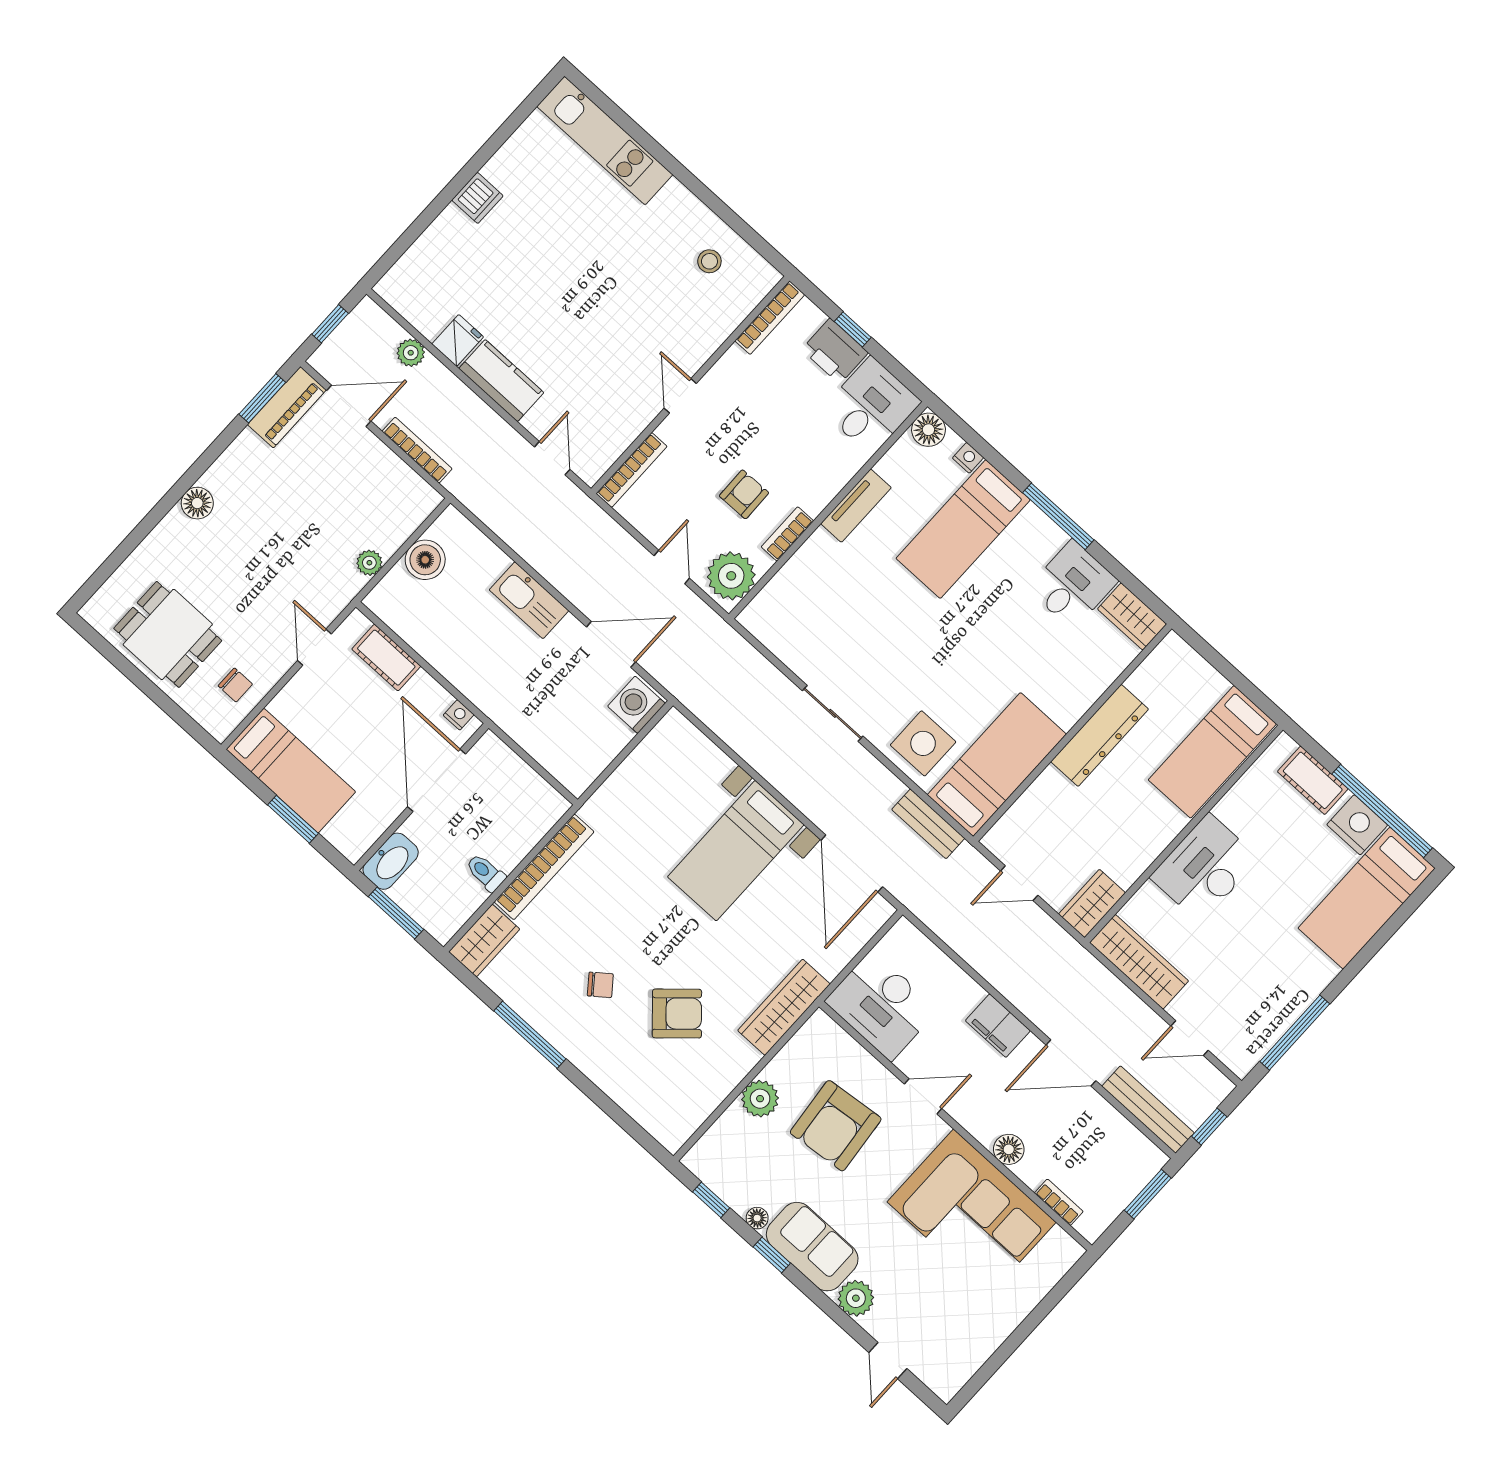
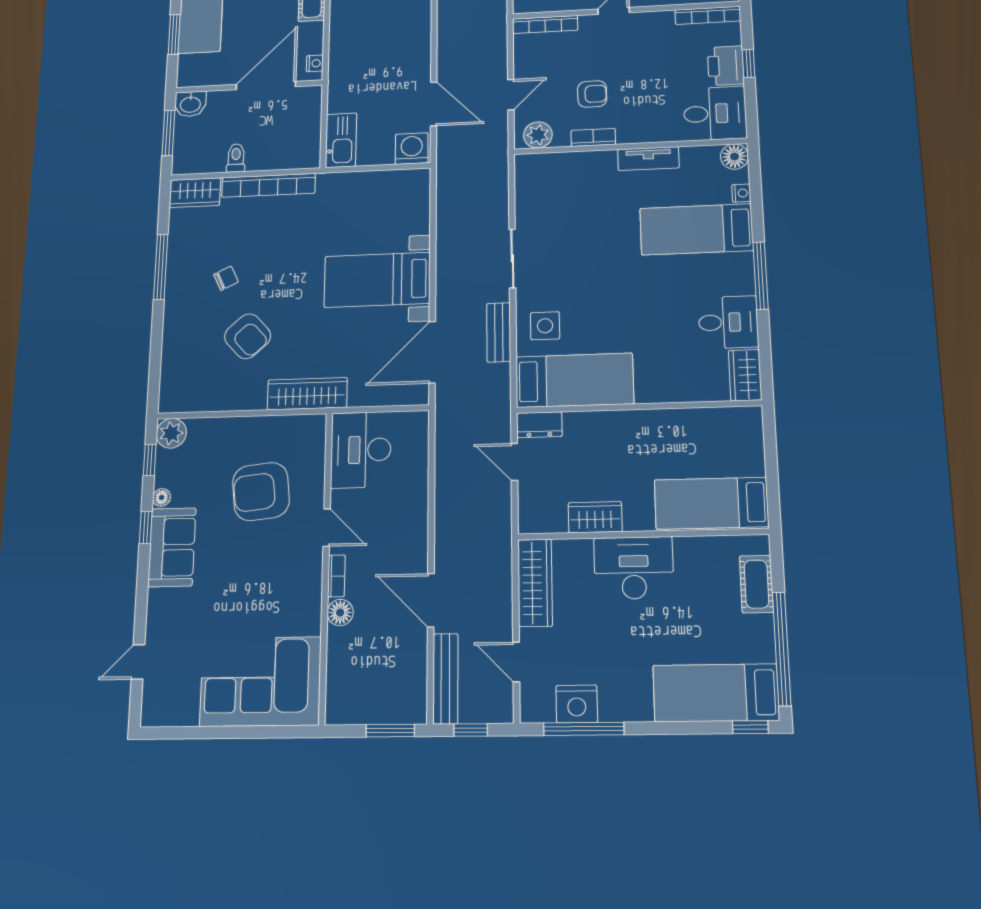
plant: (731, 576) -> (538, 135), width x0.73, depth x0.73
kitchen sink: (529, 600) -> (341, 140), moved, turned 180
dresser: (1100, 735) -> (539, 425), moved, width x0.51, depth x0.80
side table: (923, 743) -> (545, 326), width x0.73, depth x0.73
bench: (928, 824) -> (499, 332), moved
nightstand: (1357, 825) -> (577, 704), moved, turned 90
washbasin: (391, 861) -> (190, 104), width x0.72
window: (1418, 897) -> (750, 727), added
wardrobe: (1092, 904) -> (595, 517), moved
chair: (600, 985) -> (226, 278), turned -77
filing cabinet: (998, 1026) -> (413, 532), removed
plant: (760, 1099) -> (171, 433), moved
bookcase: (1059, 1202) -> (336, 576), moved
corner sofa: (972, 1212) -> (261, 682), moved, turned 90
plant: (856, 1298) -> (162, 605), removed

